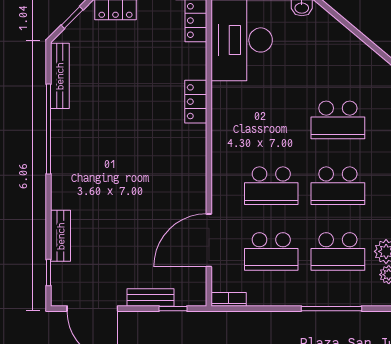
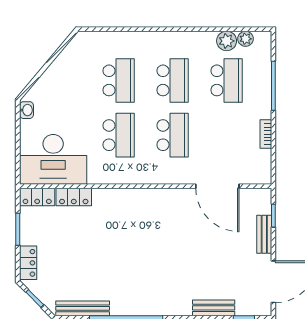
locker: (196, 102) -> (74, 197), moved
school desk: (271, 251) -> (119, 135), moved
bookcase: (229, 299) -> (266, 134), moved

